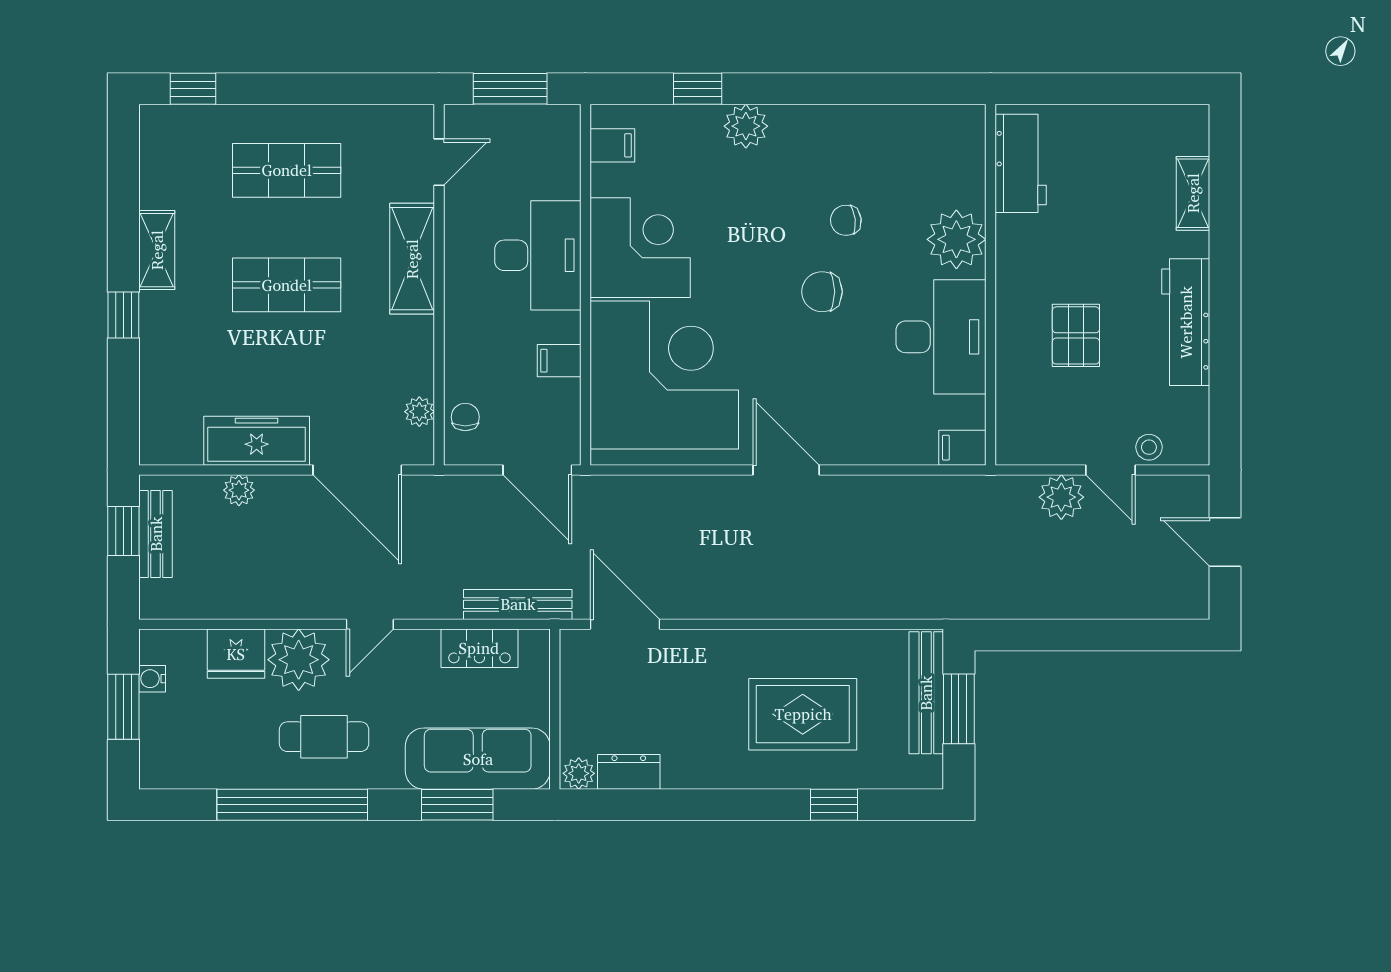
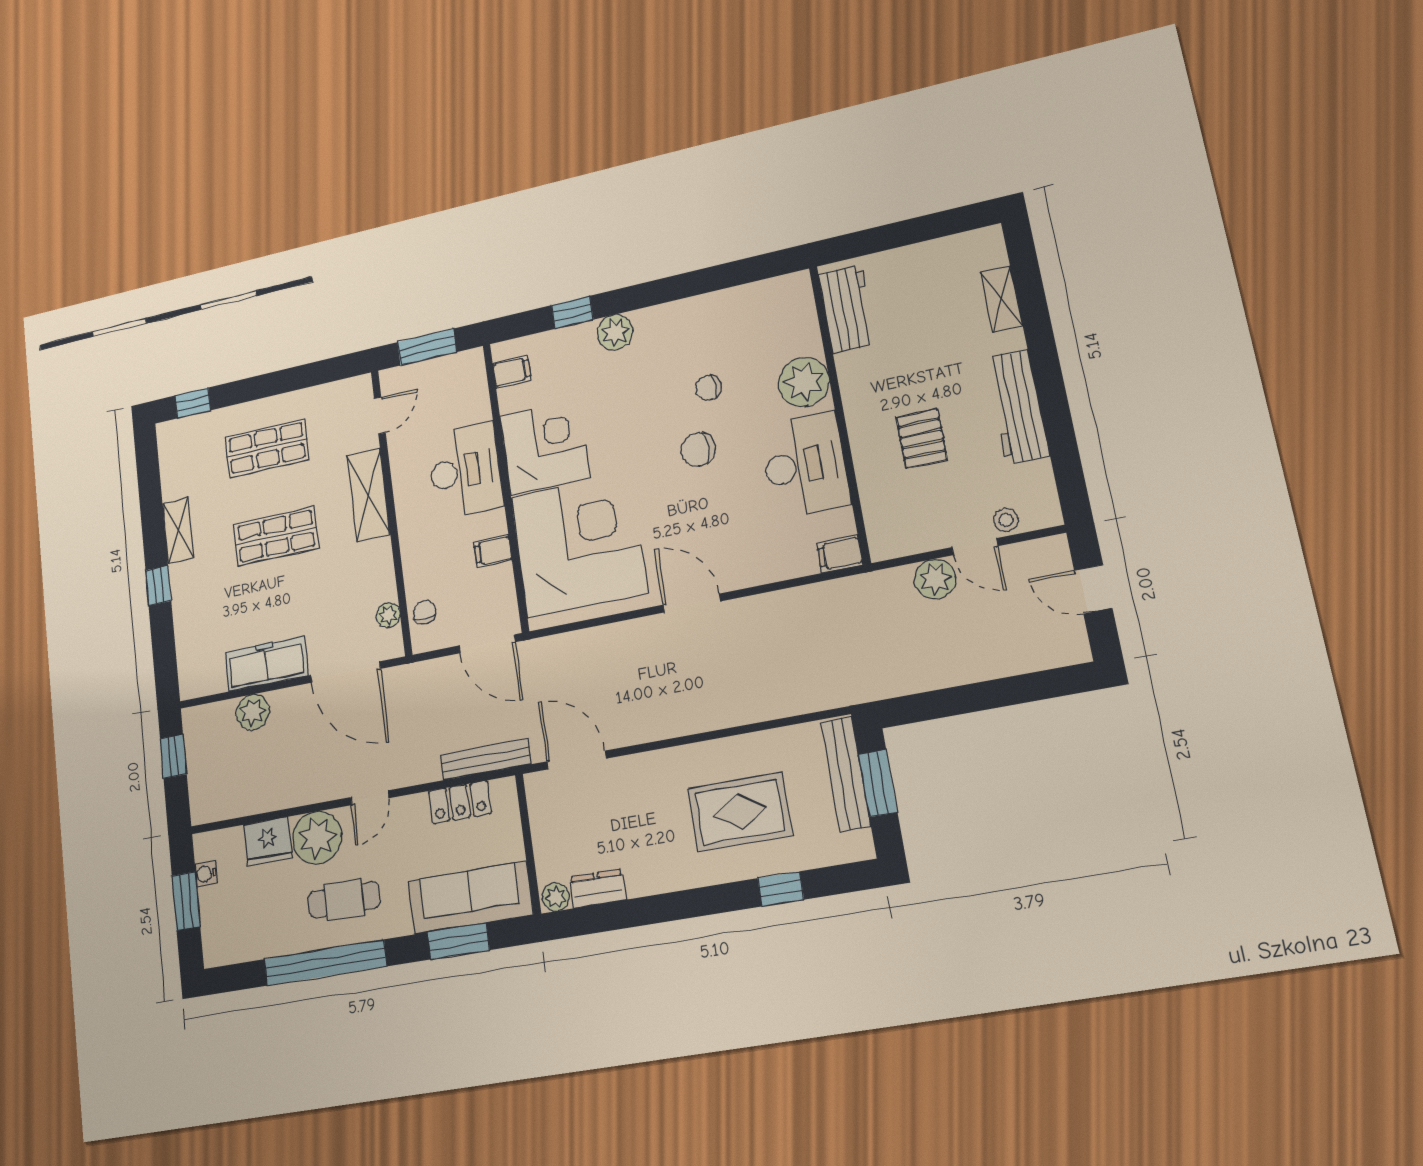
plant: (239, 490) -> (253, 712), width x1.38, depth x1.38
bench: (156, 534) -> (197, 754), removed

